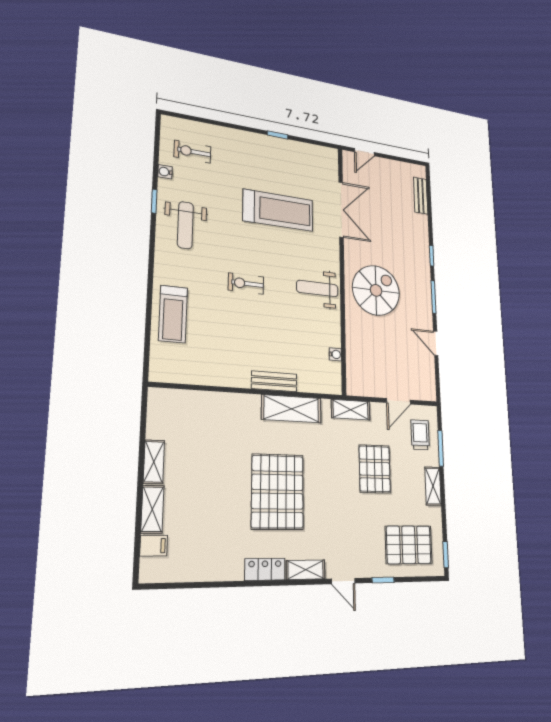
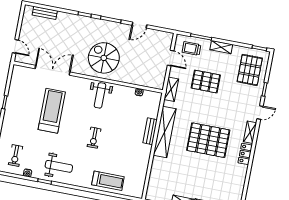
shelving: (291, 409) -> (165, 132), width x1.47

